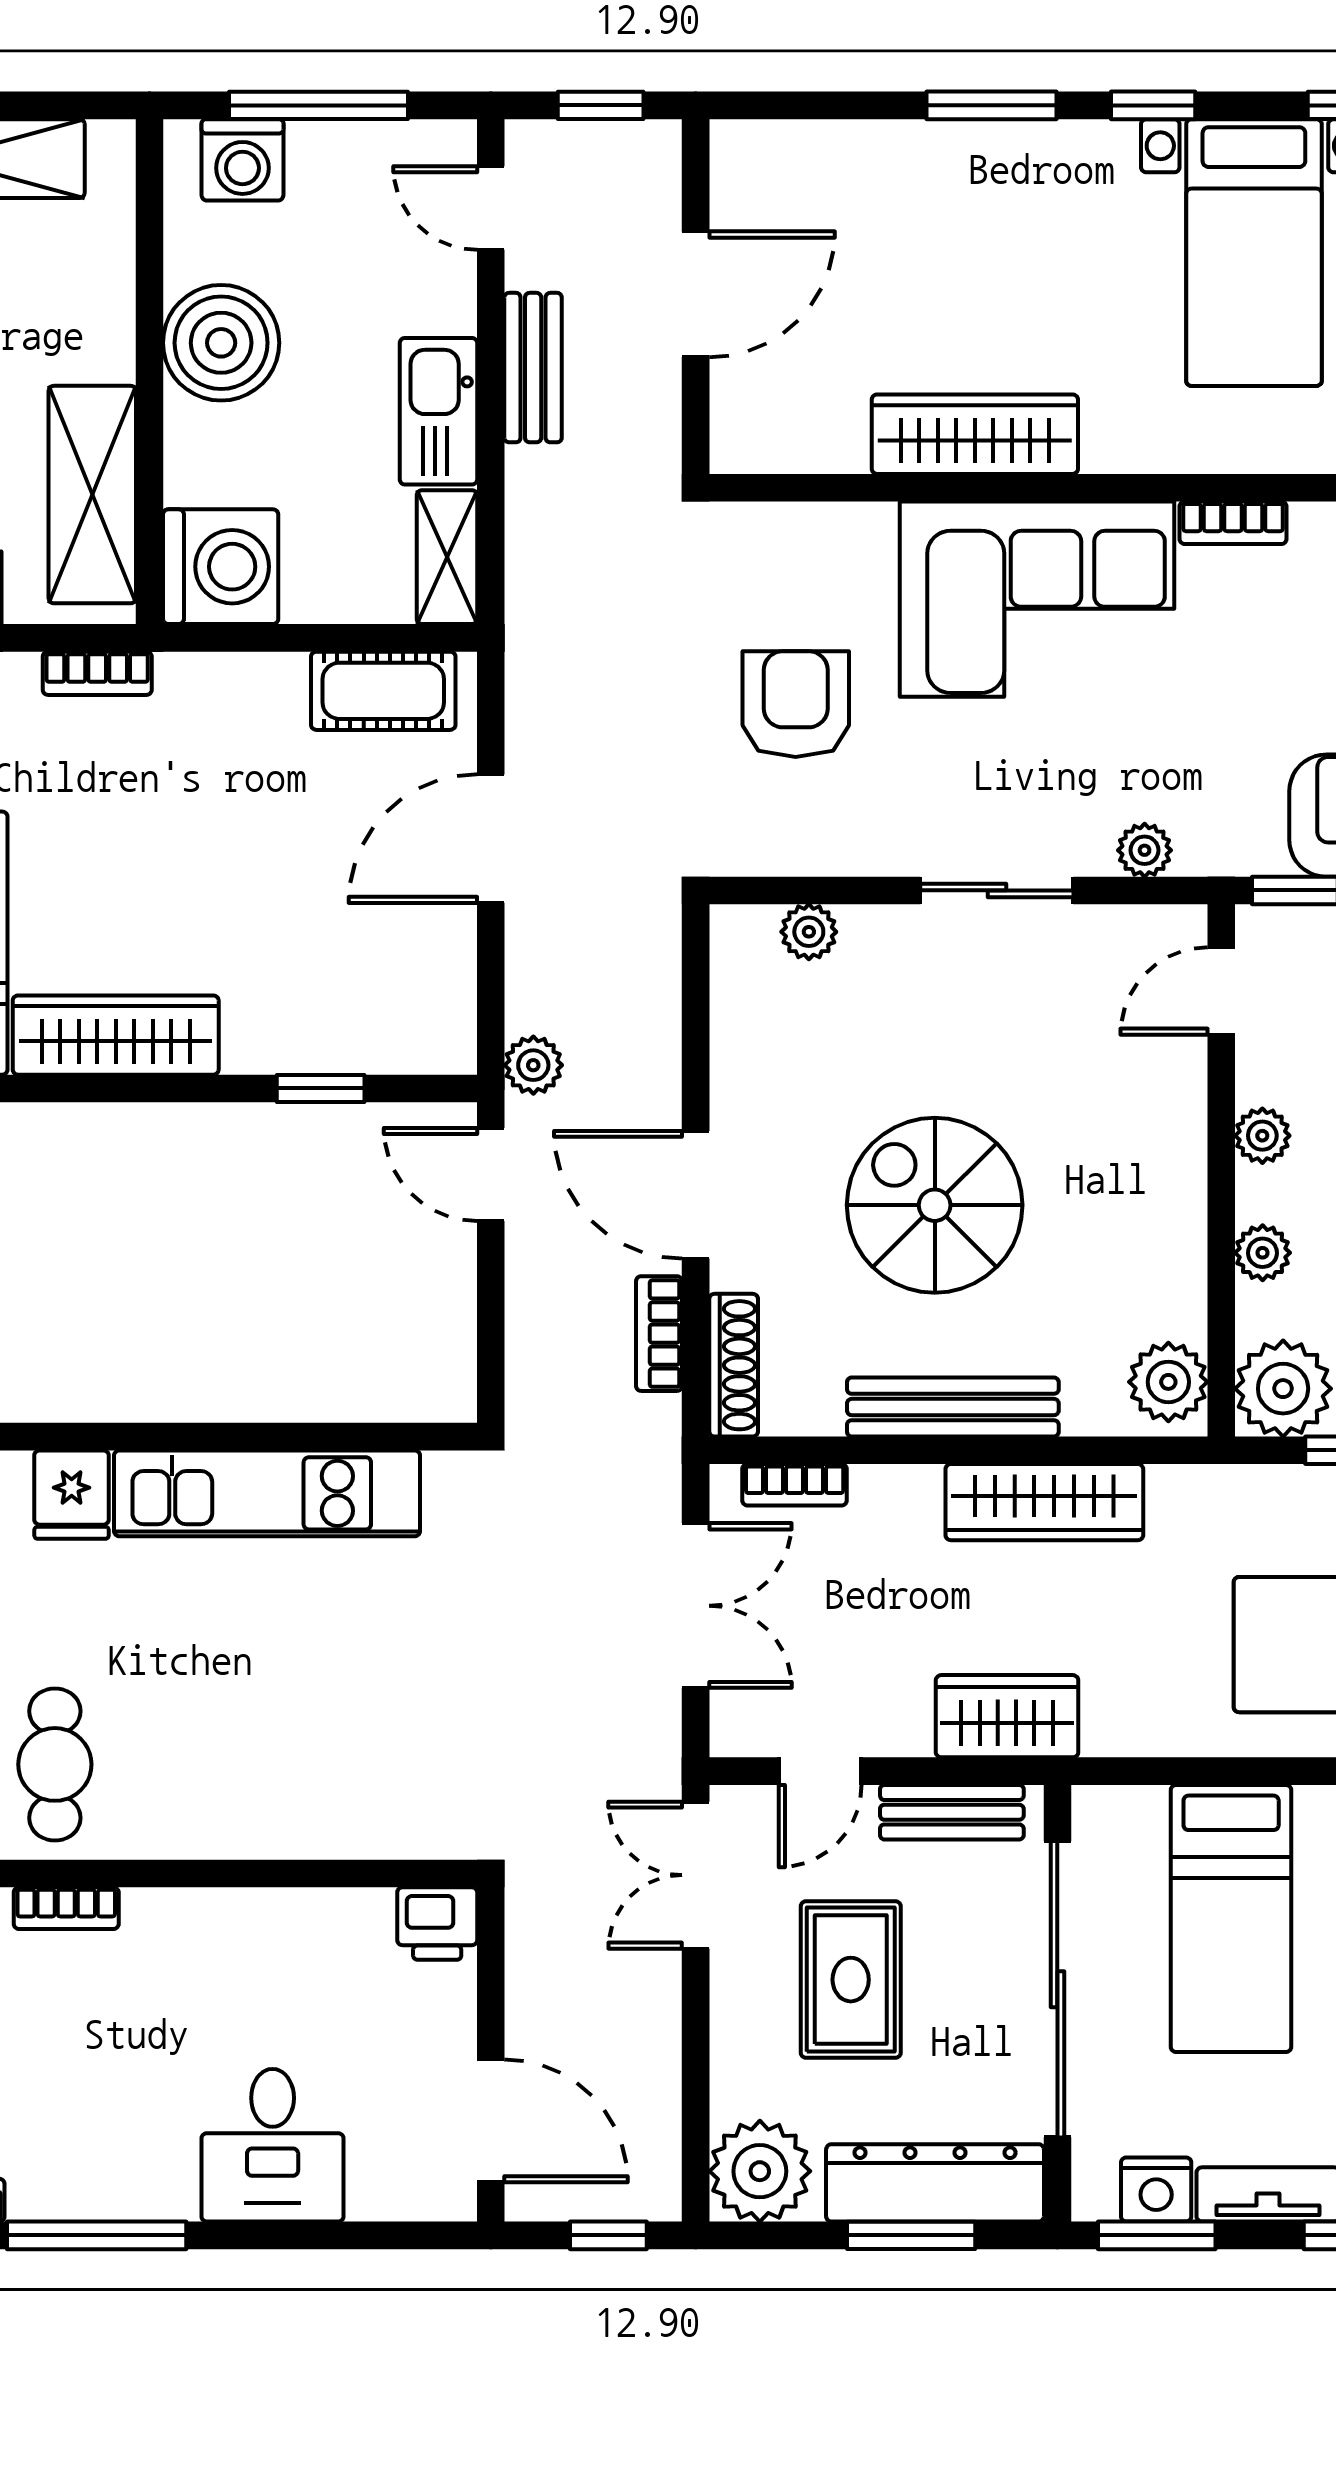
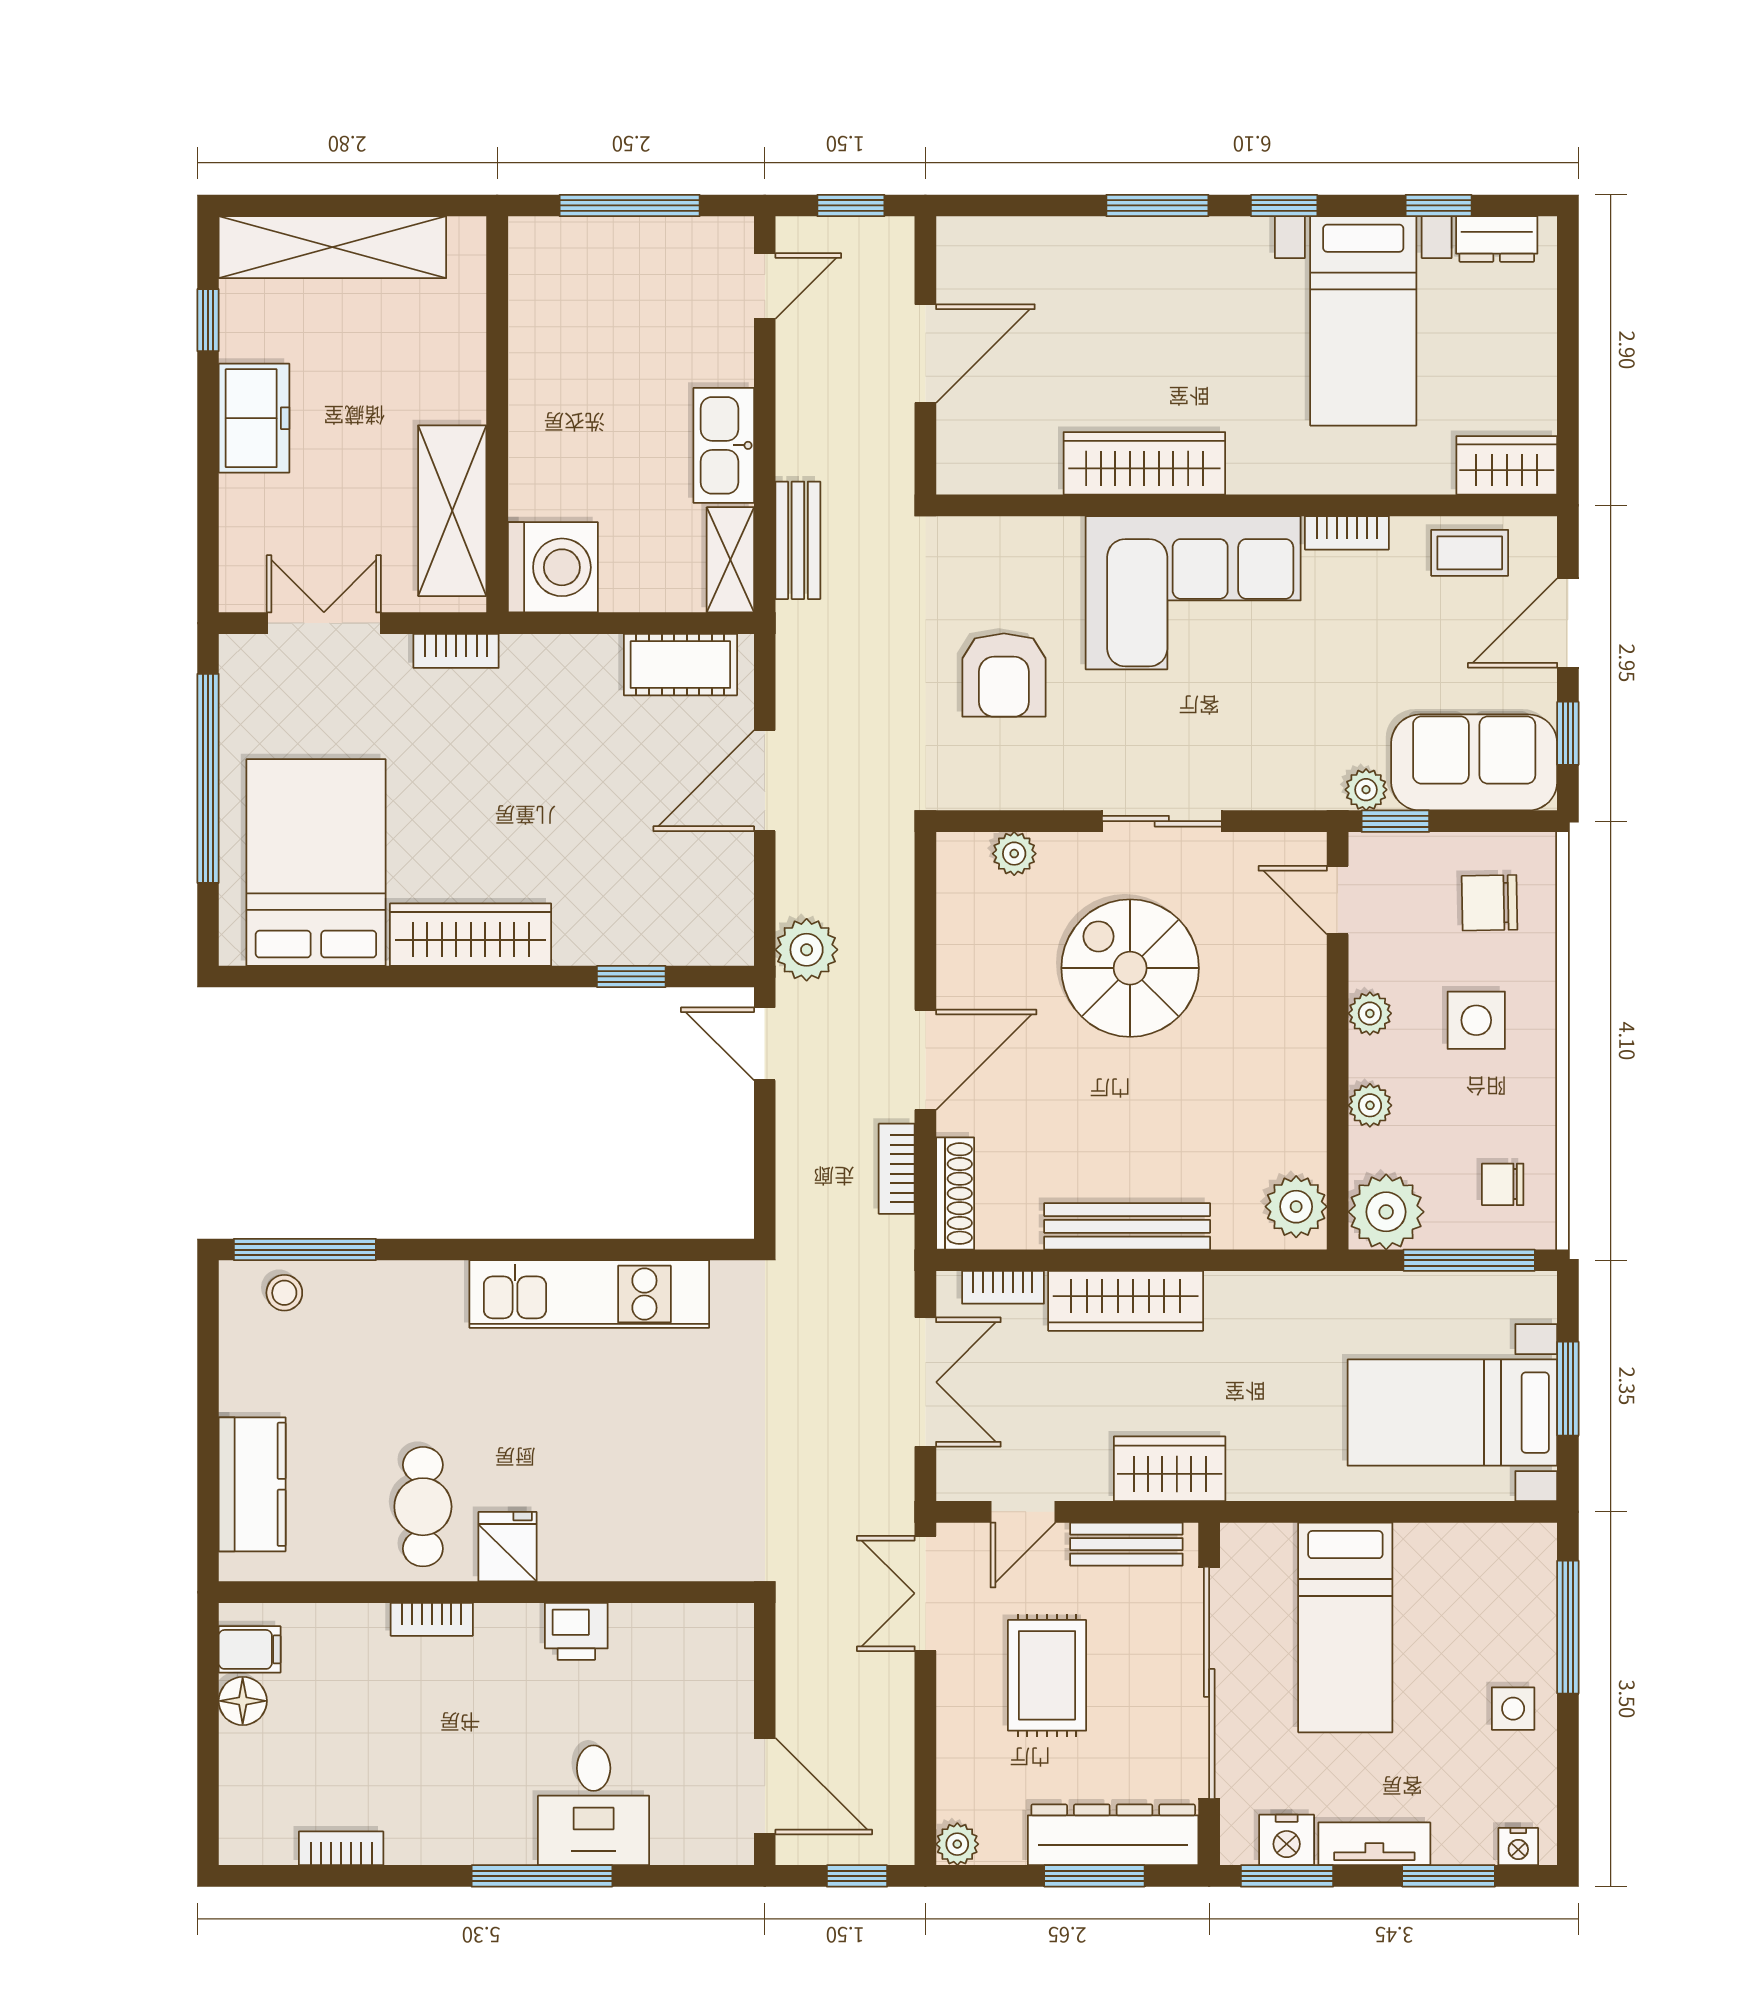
washing machine: (242, 160) -> (570, 248), removed
door: (491, 208) -> (765, 286), swing flipped
boiler: (221, 343) -> (553, 392), removed
bench: (533, 368) -> (798, 540), moved
armchair: (796, 704) -> (1004, 675), turned 180
plant: (1145, 850) -> (1366, 790), moved
door: (1221, 991) -> (1338, 900), hinge flipped
plant: (533, 1065) -> (807, 950), width x1.38, depth x1.38
door: (696, 1195) -> (925, 1060), swing flipped
spiral stairs: (935, 1205) -> (1130, 968), moved
fridge: (72, 1495) -> (507, 1547), moved, turned 180
wardrobe: (1044, 1502) -> (1126, 1301), moved
printer: (437, 1924) -> (576, 1631), moved
plant: (760, 2171) -> (957, 1844), width x0.53, depth x0.53
window: (97, 2235) -> (542, 1876), moved

